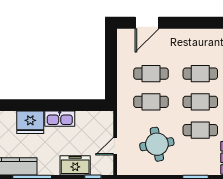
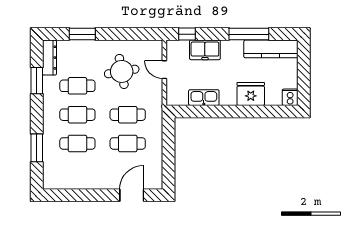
kitchen sink: (60, 119) -> (204, 98), moved
door: (115, 146) -> (164, 70), swing flipped

